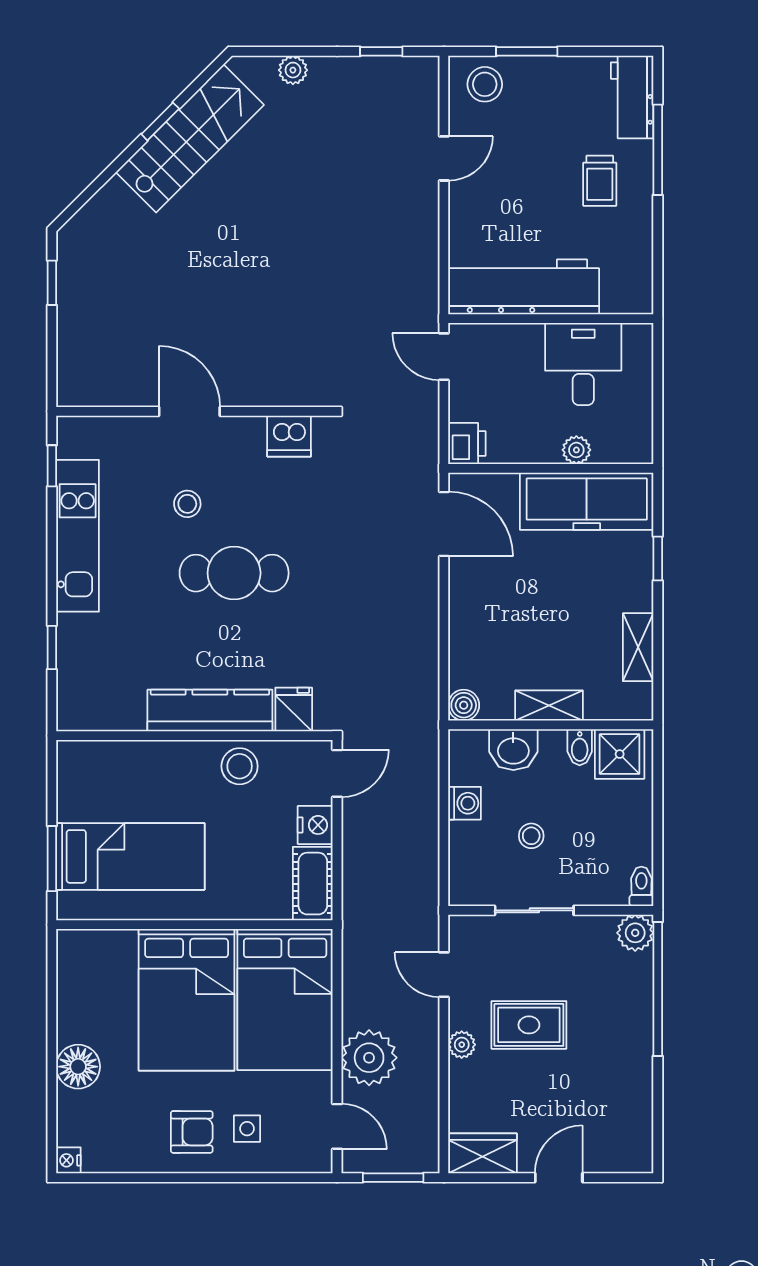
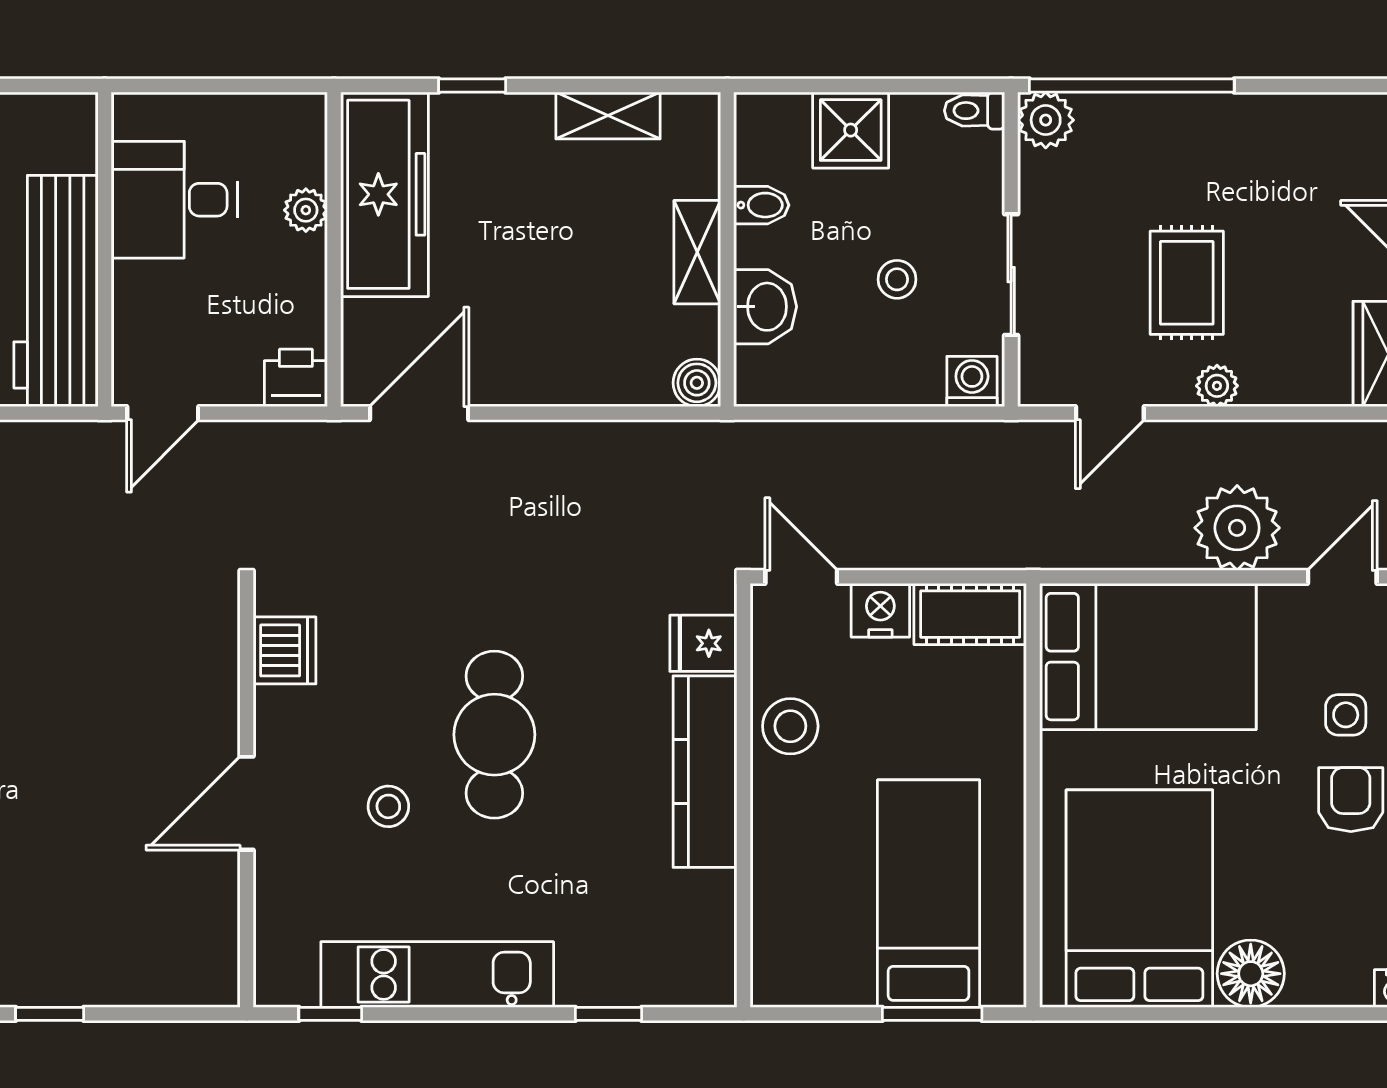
shower: (620, 754) -> (851, 130), moved
washing machine: (465, 803) -> (972, 381), moved
bed: (187, 1000) -> (1139, 899), moved, turned -90

